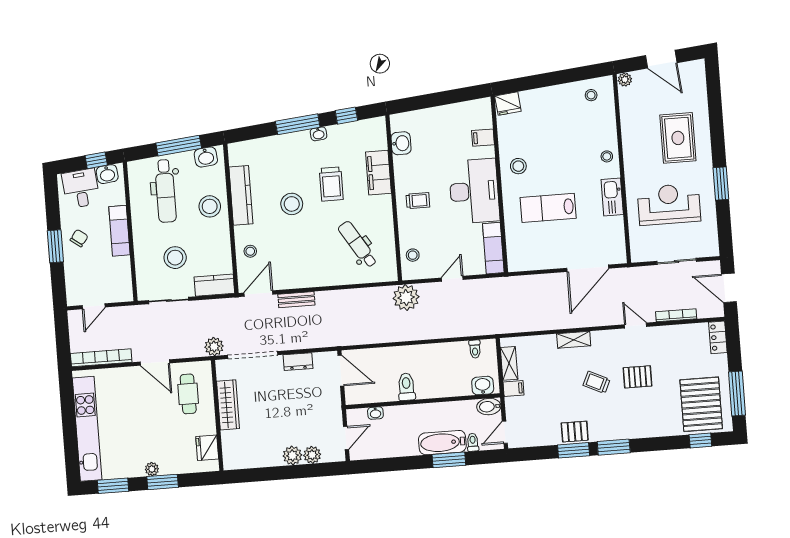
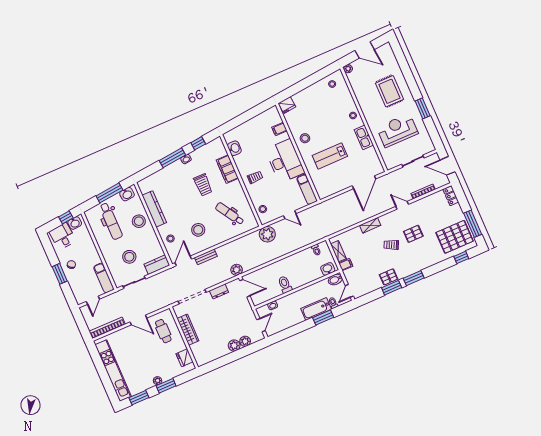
stool: (292, 204) -> (198, 230), moved
exam couch: (119, 231) -> (104, 278), moved
door: (452, 279) -> (290, 215), swing flipped
plant: (214, 347) -> (237, 270), moved
pallet: (701, 404) -> (455, 237), turned 90

